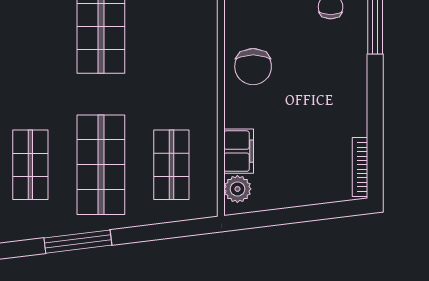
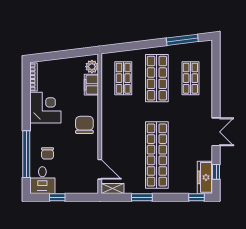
corner desk: (335, 103) -> (45, 108), added
window: (78, 242) -> (182, 40), moved

